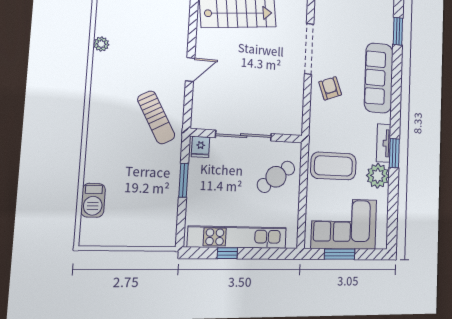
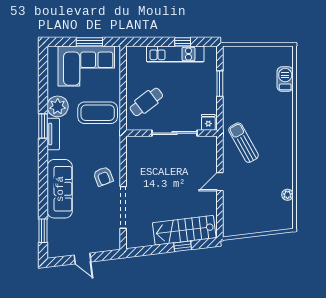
window: (183, 180) -> (220, 84), moved
kitchen unit: (238, 237) -> (175, 54), width x0.73

